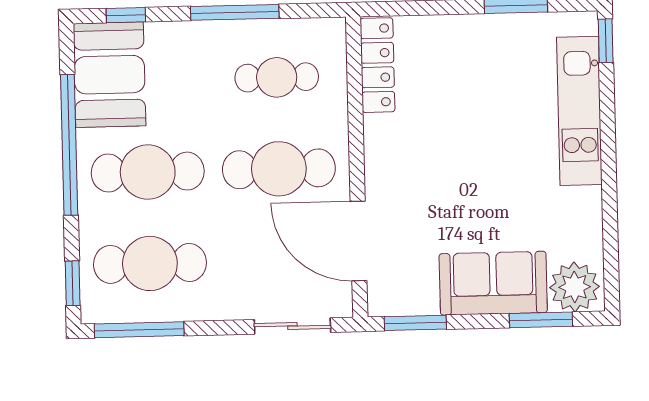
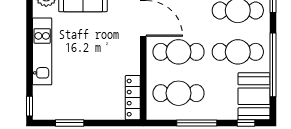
cafe table: (277, 77) -> (179, 93), width x1.37, depth x1.35
kitchen unit: (579, 111) -> (42, 51), moved

